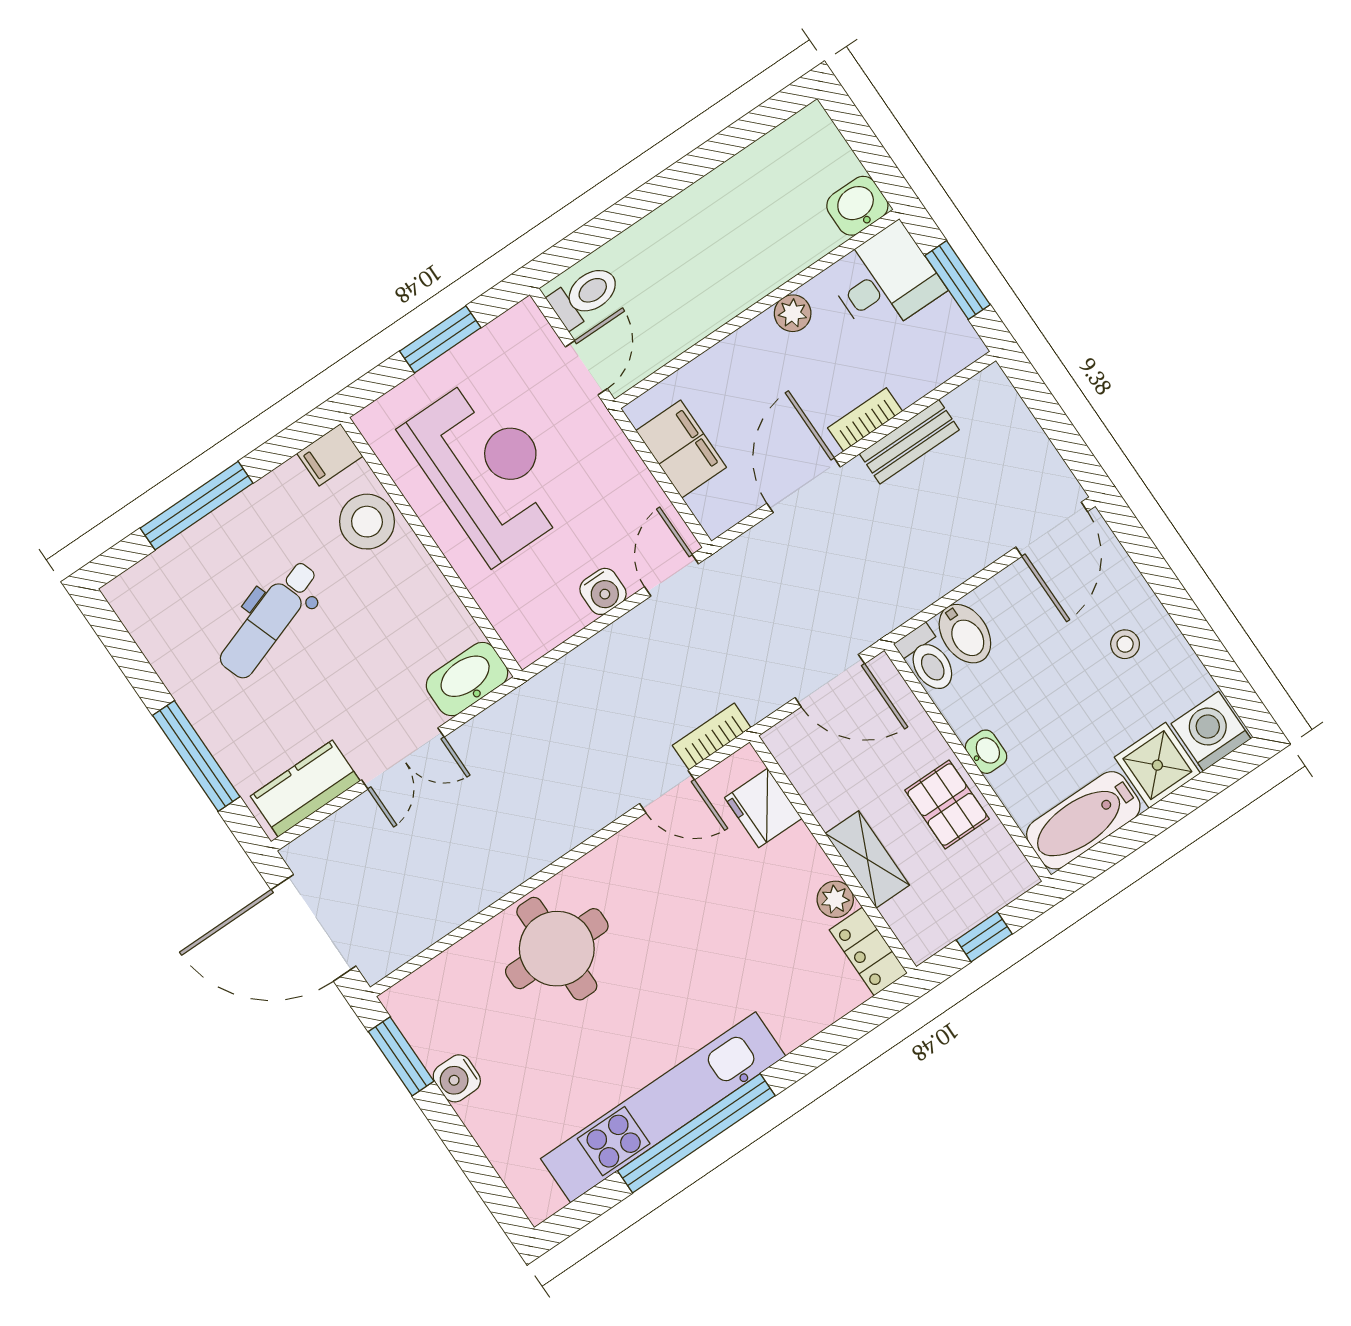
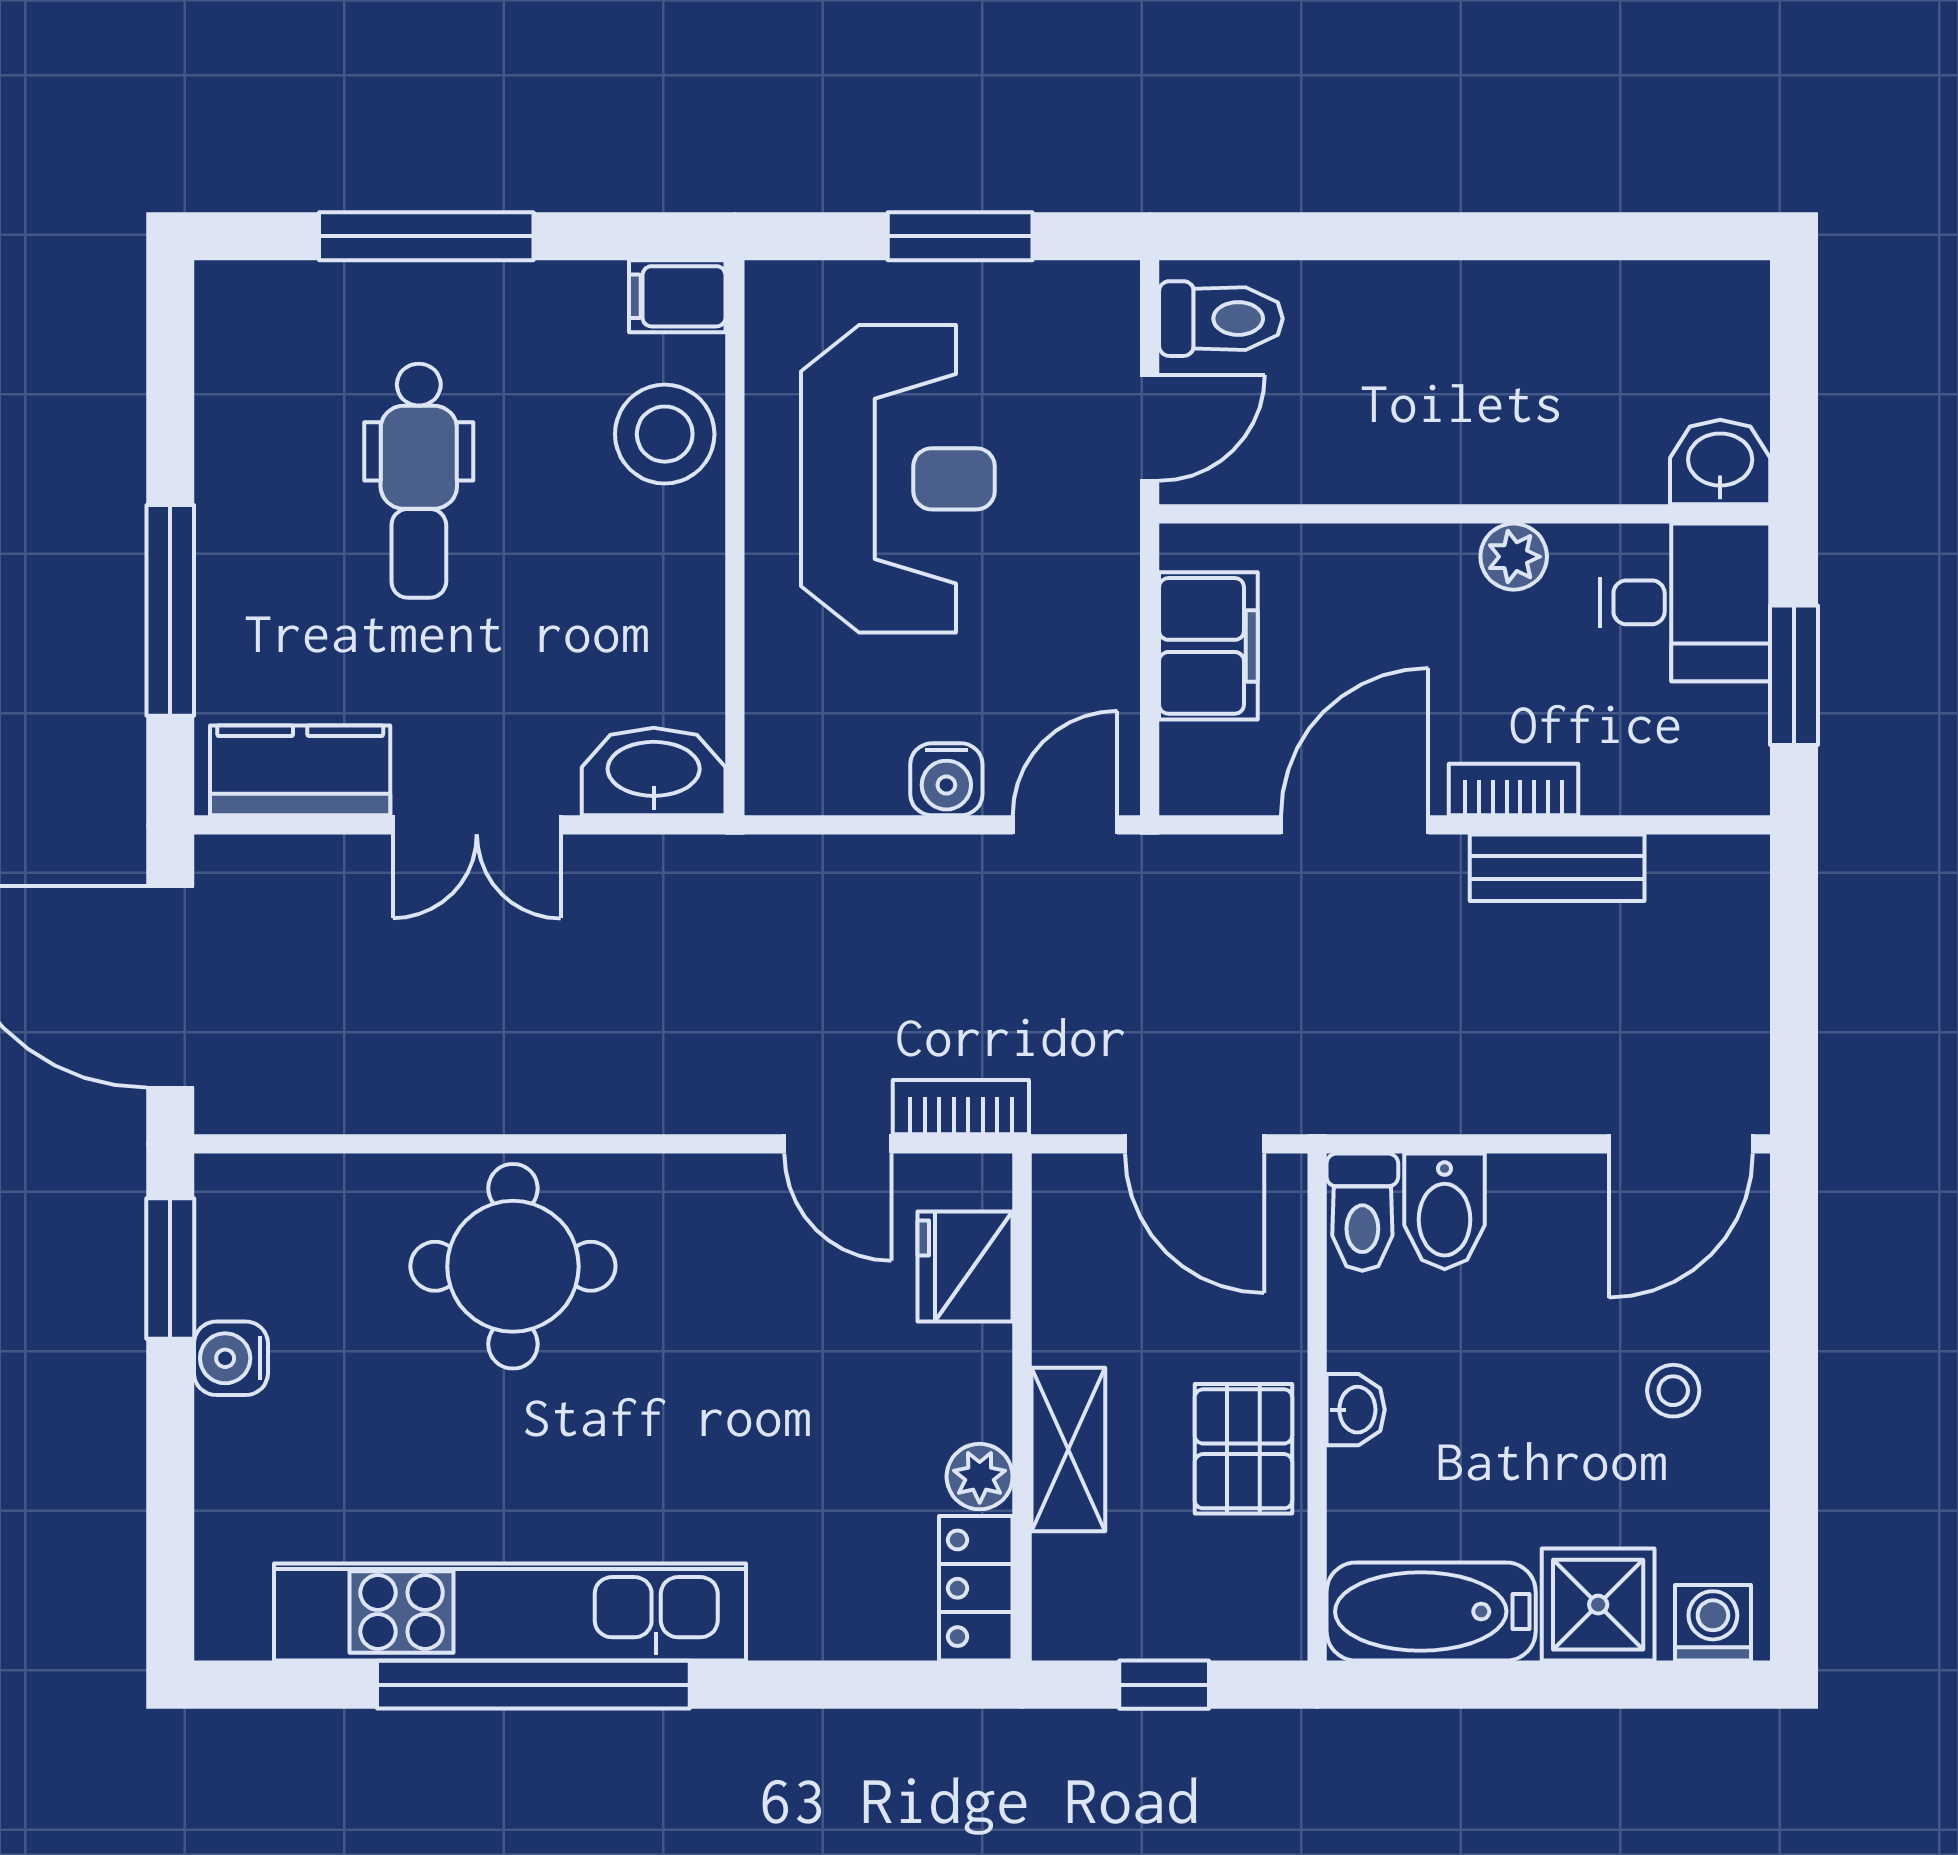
dental chair: (269, 619) -> (419, 481), turned -71
washing machine: (1211, 731) -> (1713, 1623), width x0.73, depth x0.73

